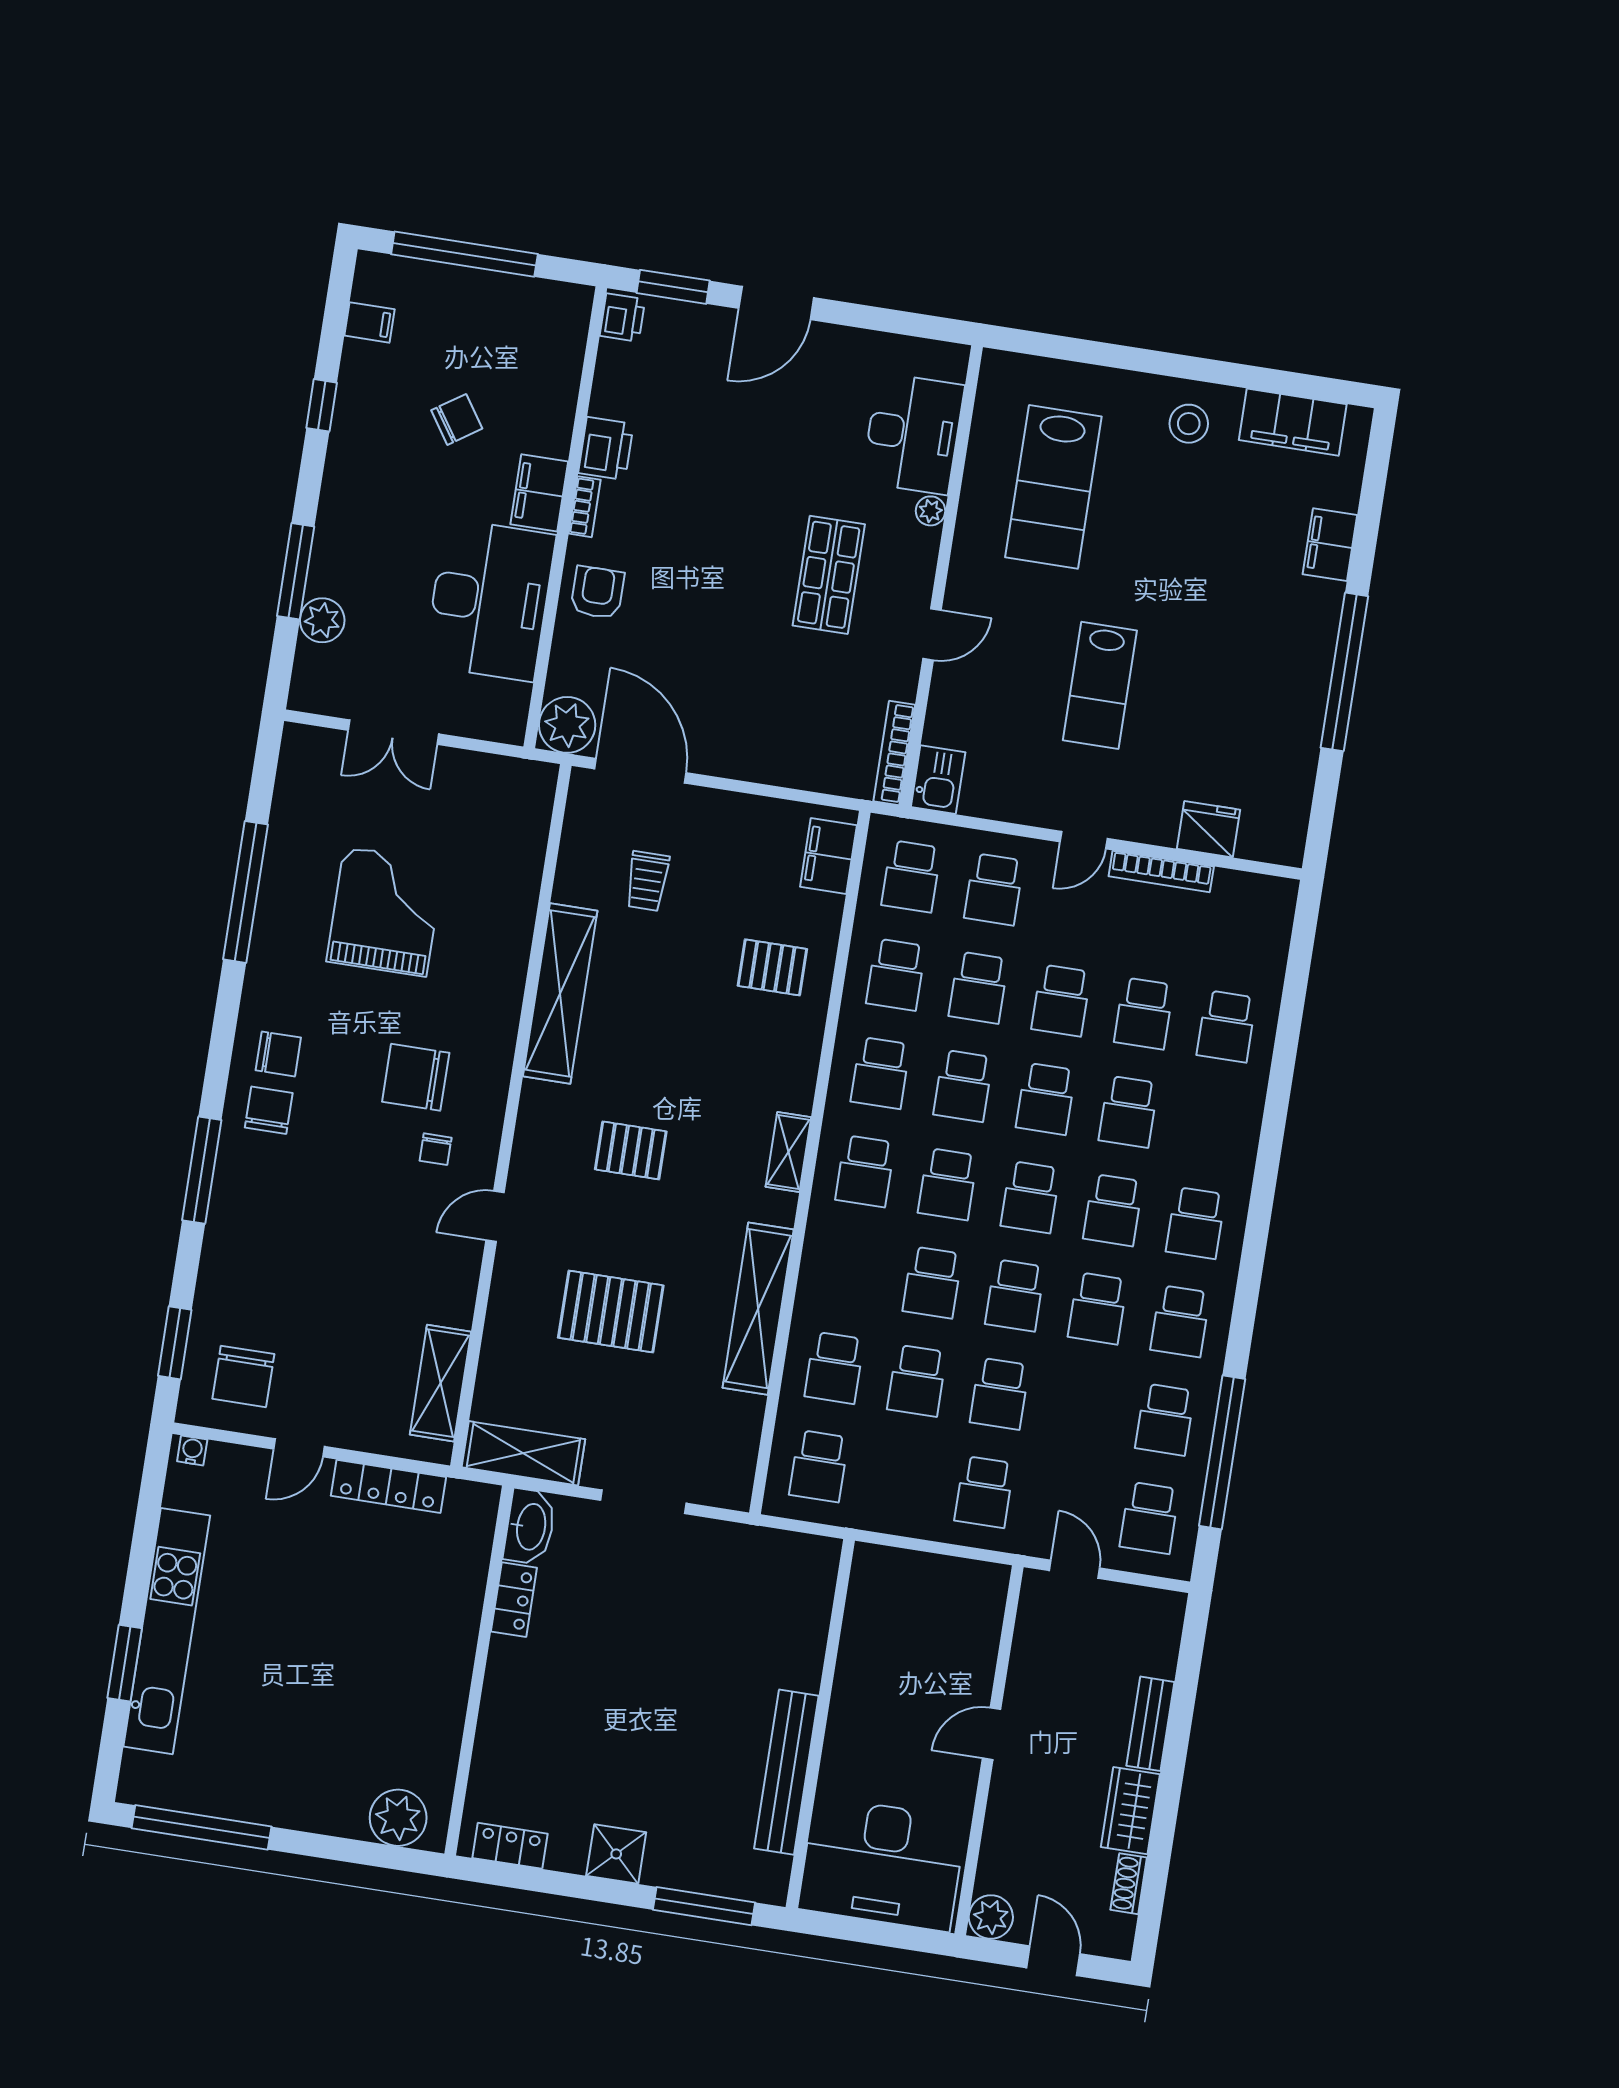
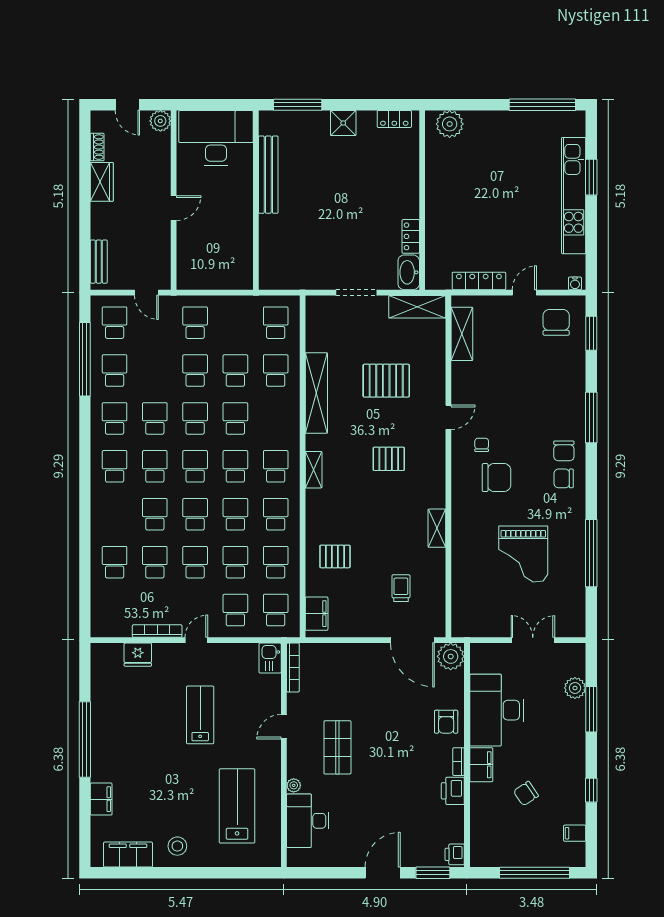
shelving: (560, 993) -> (437, 528), width x0.45, depth x0.75
bench: (1150, 1724) -> (99, 262), moved

